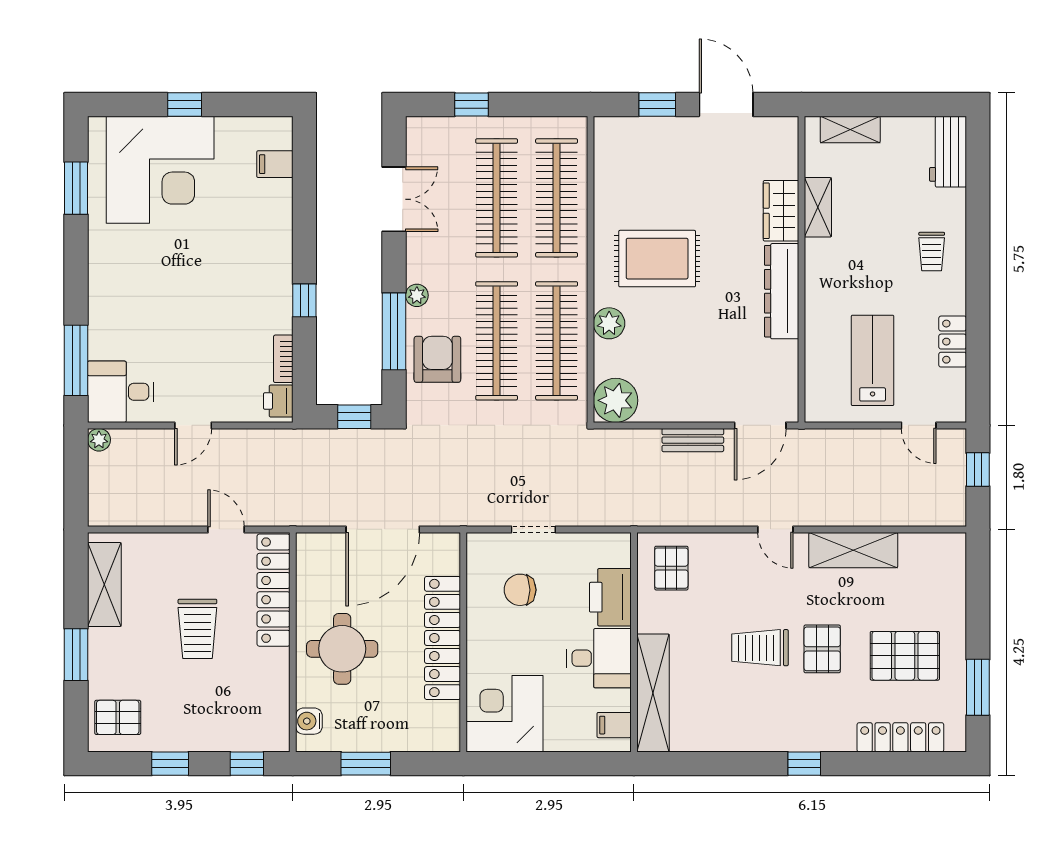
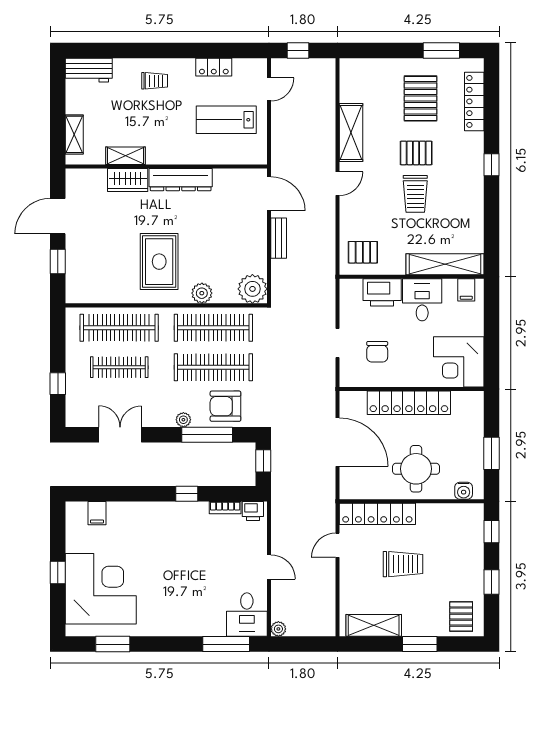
clothes rail: (497, 198) -> (119, 367), width x0.73, depth x0.76

